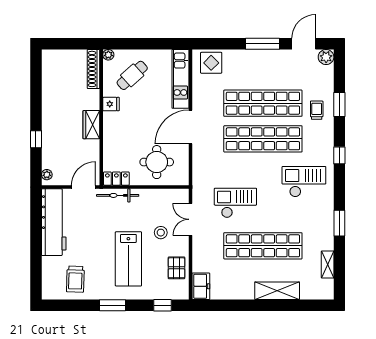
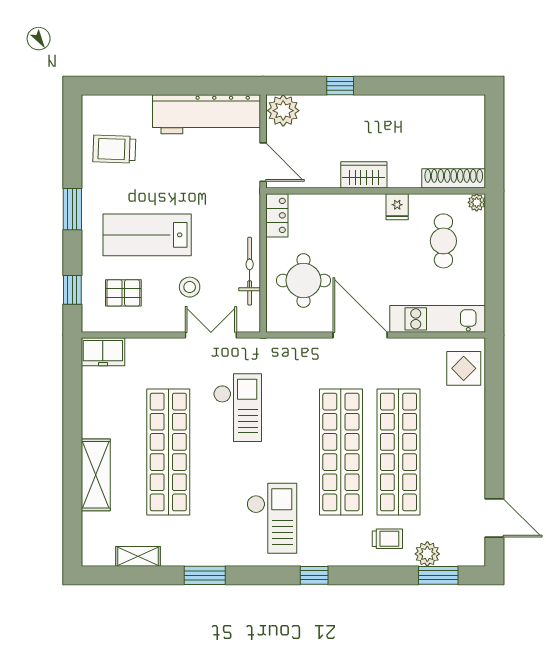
window: (263, 44) -> (494, 451), removed
plant: (326, 57) -> (427, 554), moved
cafe table: (132, 75) -> (443, 241), turned 42
window: (339, 104) -> (438, 575), moved
plant: (47, 175) -> (283, 111), width x1.87, depth x1.87
bicycle: (118, 195) -> (250, 271), moved
pallet: (176, 268) -> (123, 293), moved

